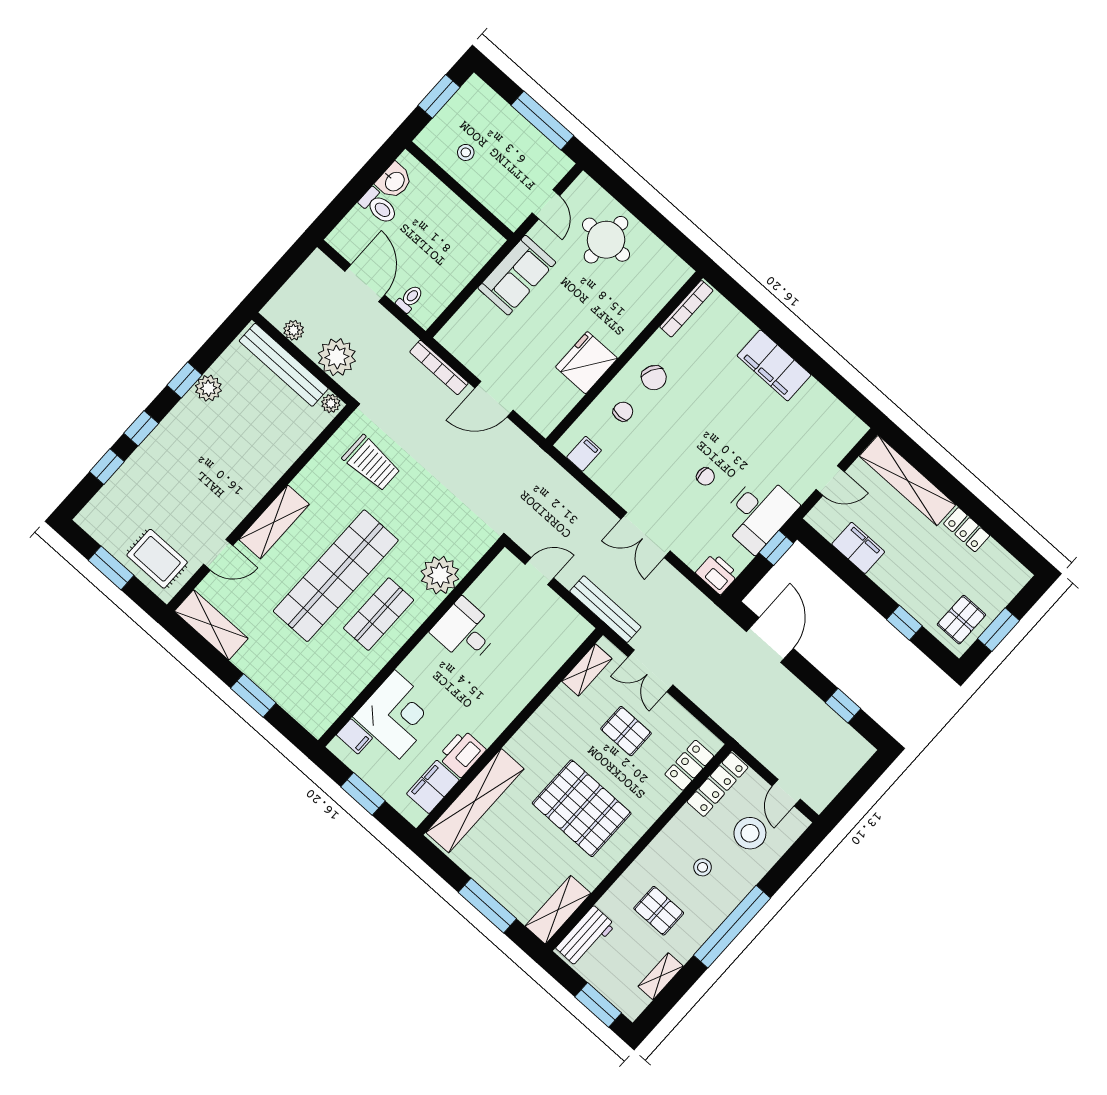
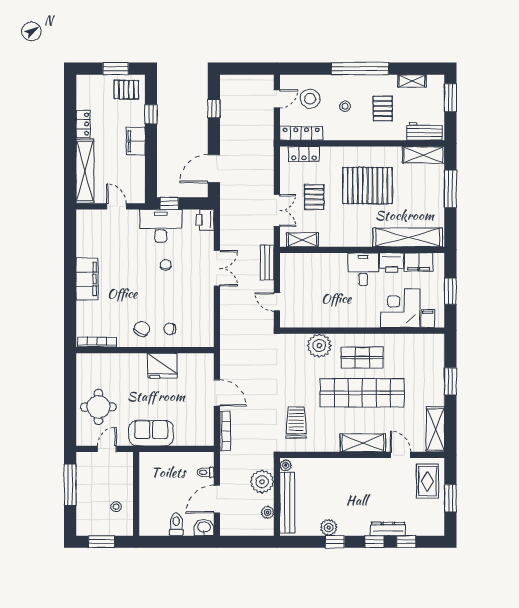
washbasin: (394, 181) -> (204, 527), moved
filing cabinet: (584, 454) -> (205, 329), removed
dresser: (142, 459) -> (388, 529), added
filing cabinet: (858, 548) -> (136, 141), moved
bench: (605, 609) -> (267, 263), width x0.73
desk: (465, 631) -> (363, 269), moved, turned 180
pallet: (582, 808) -> (368, 186), turned 90

